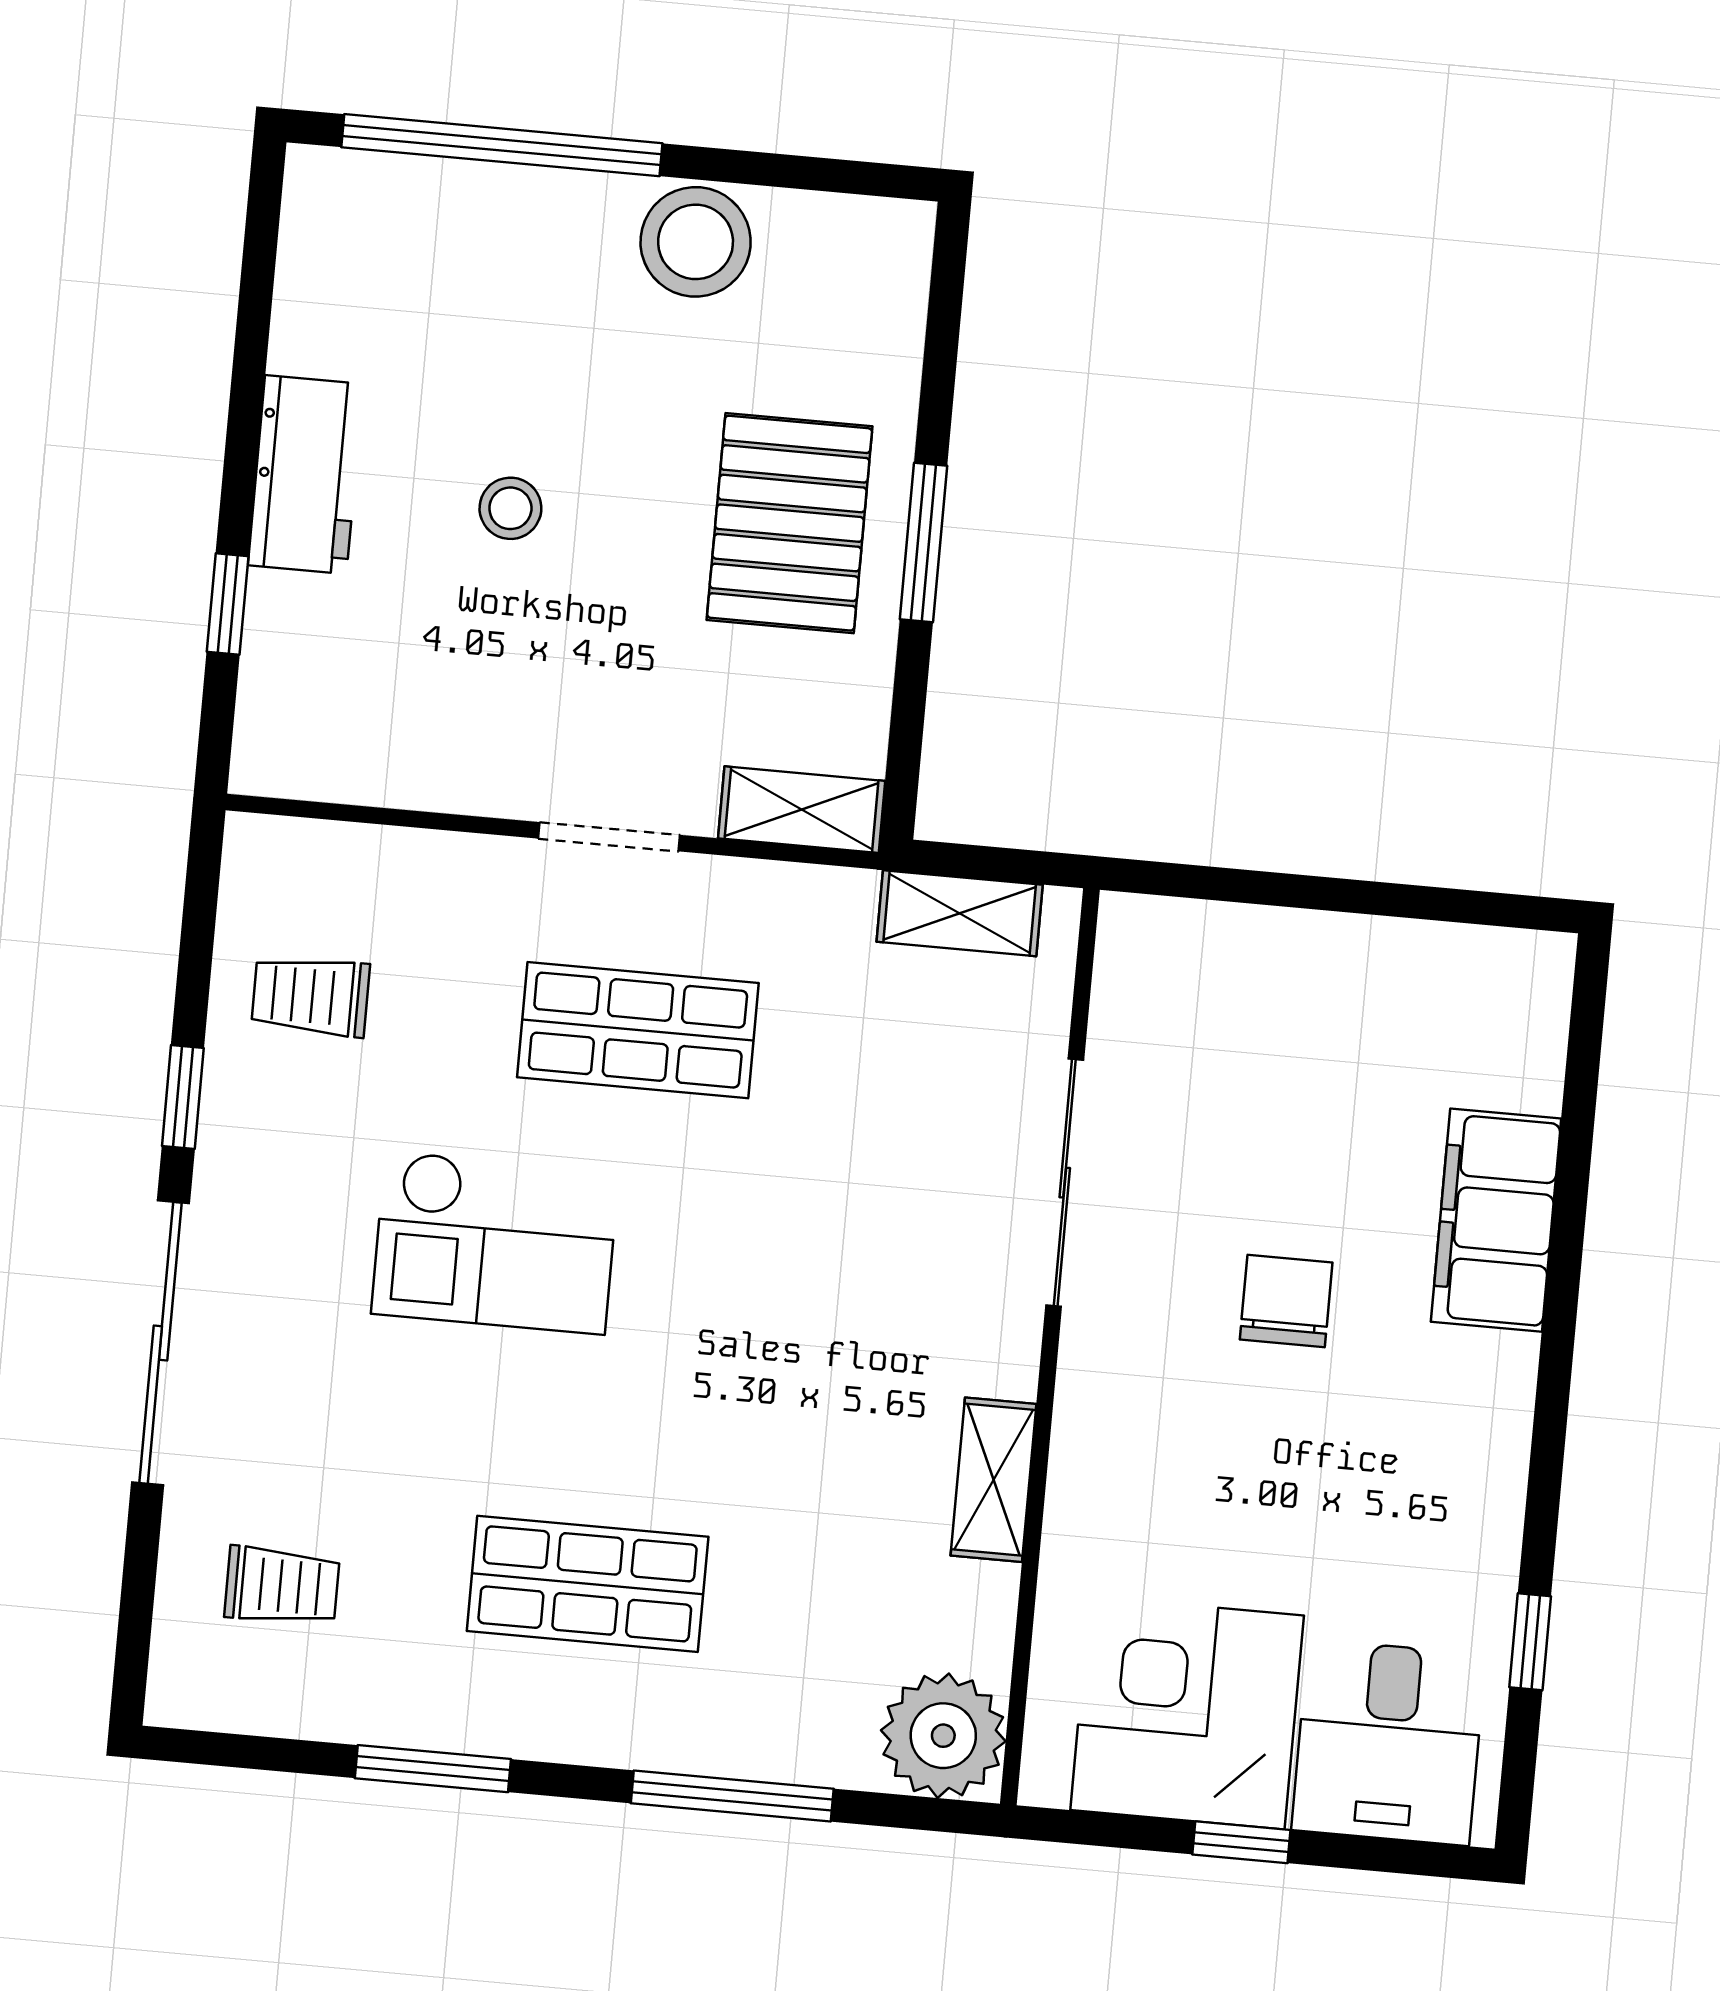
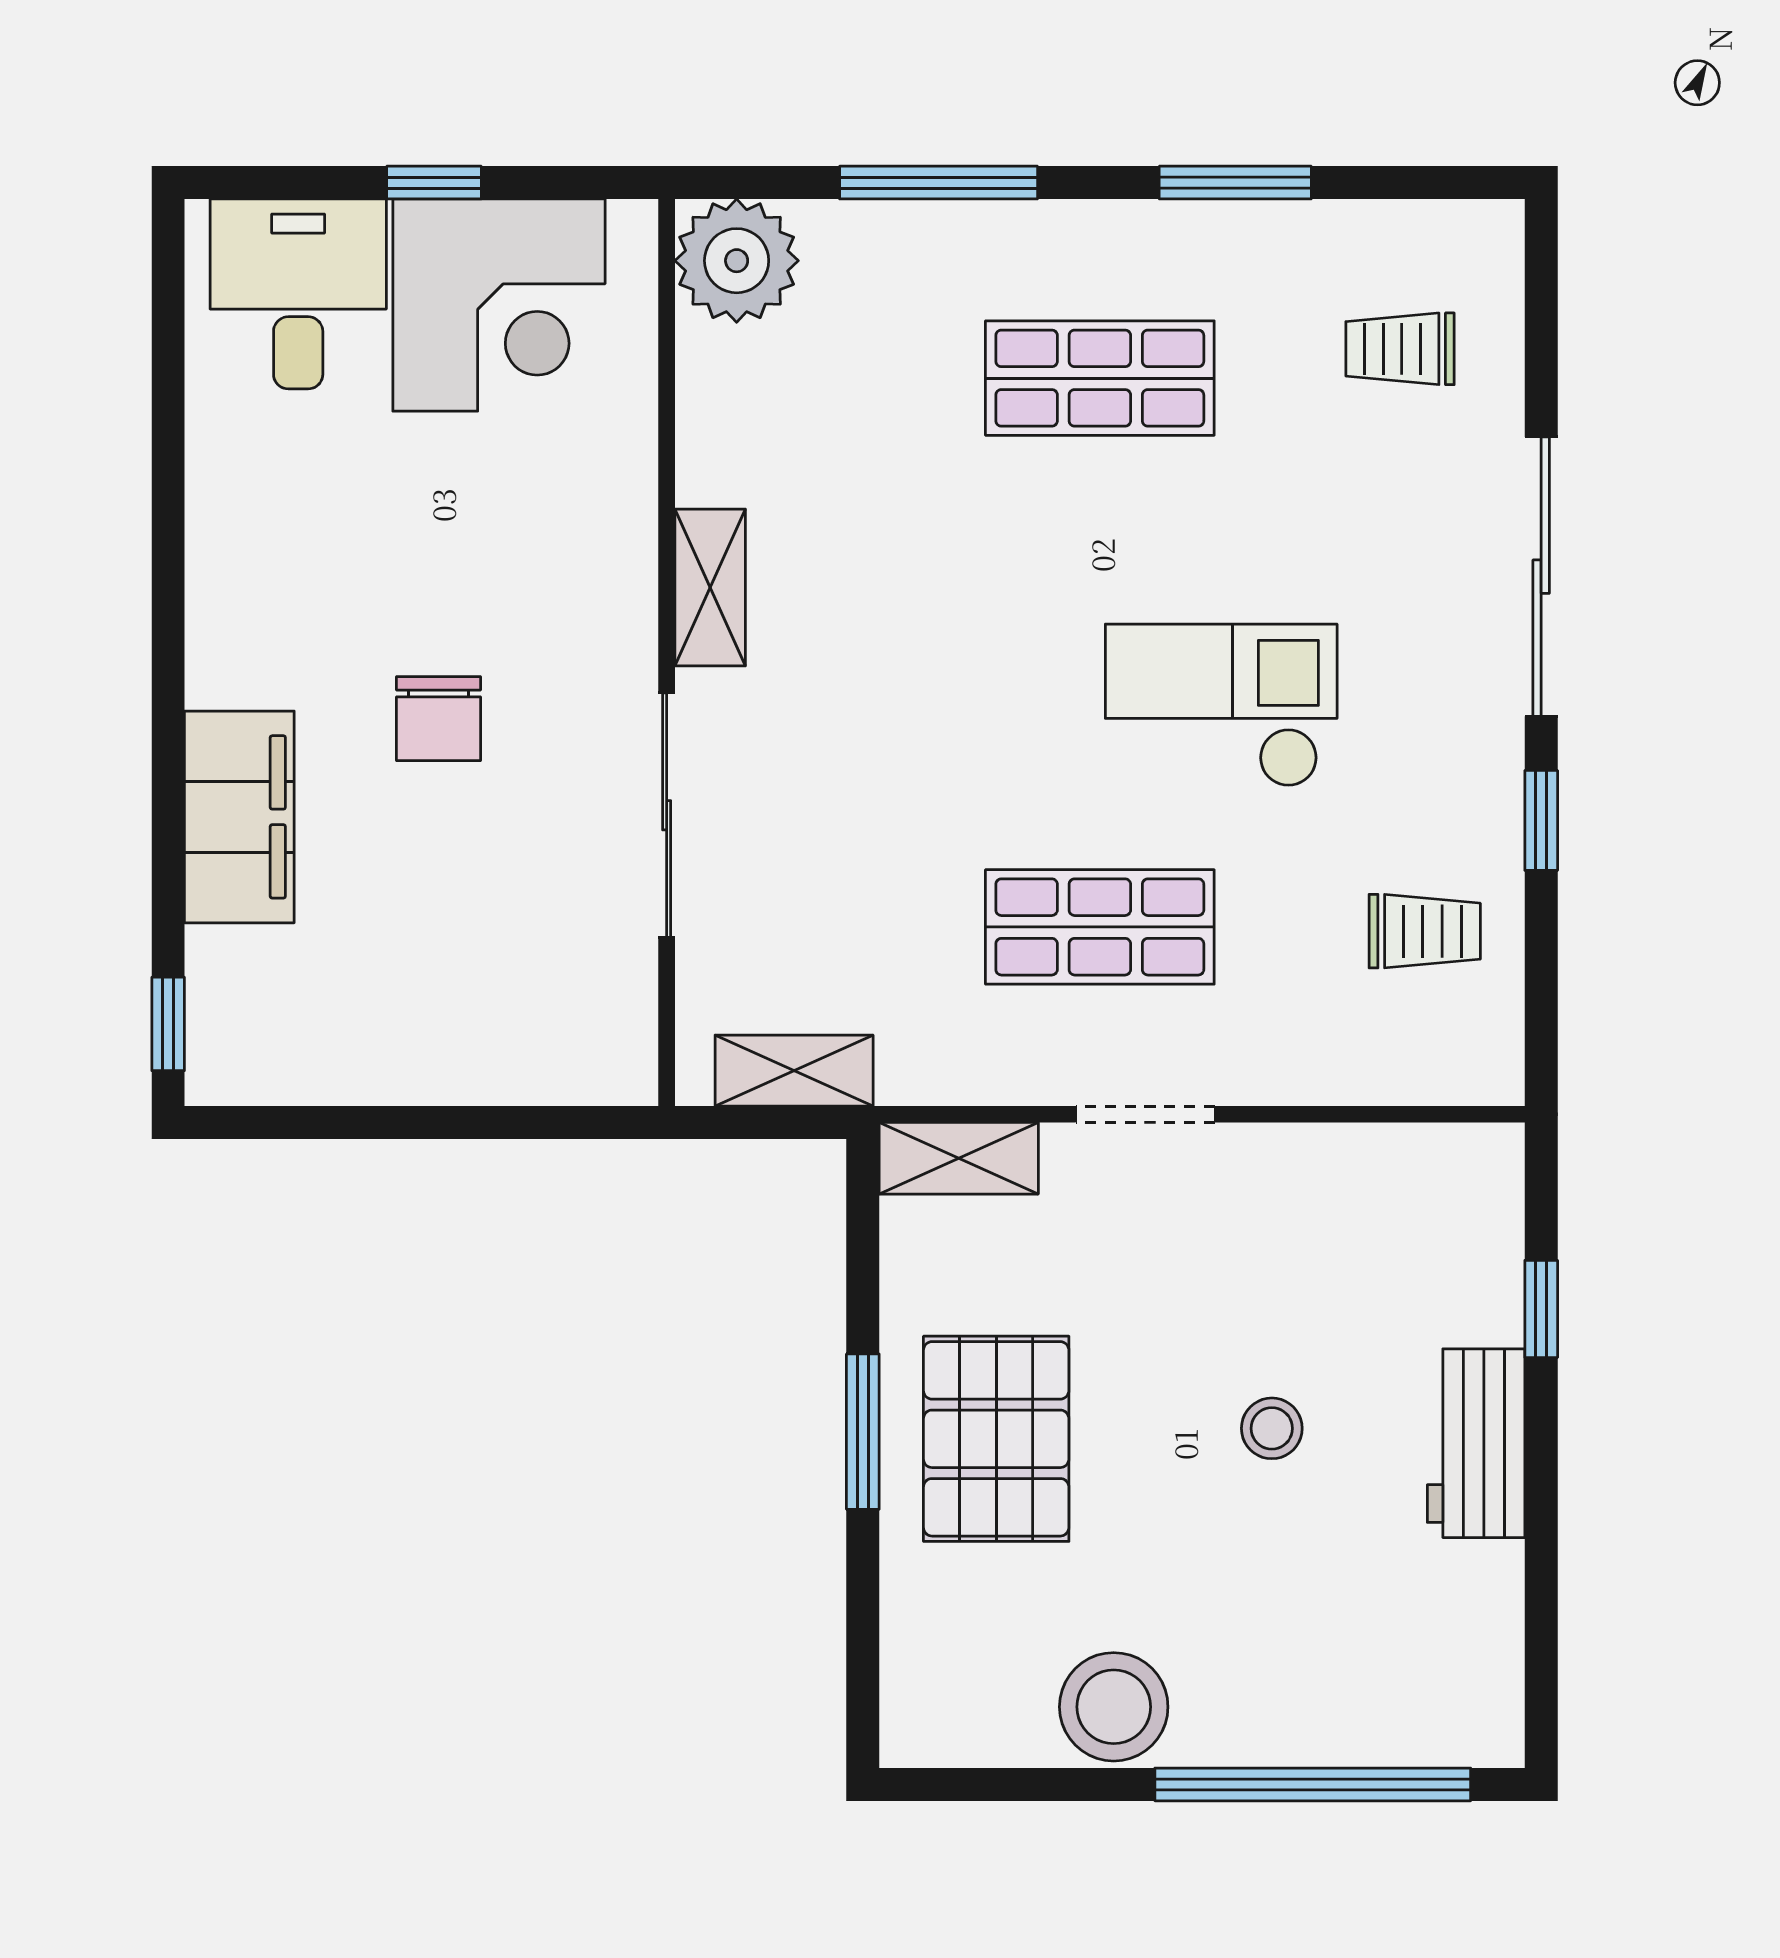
shelving: (994, 1480) -> (710, 588), moved
window: (1530, 1642) -> (168, 1024), moved

